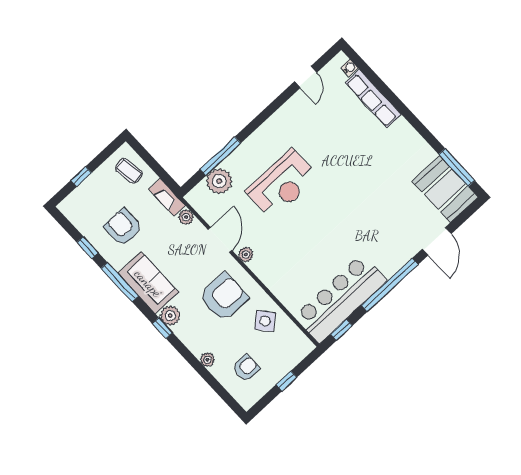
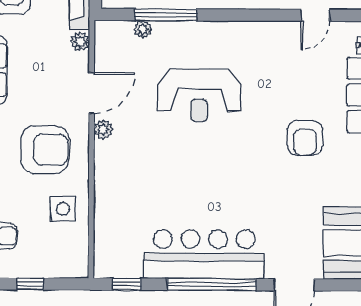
armchair: (365, 152) -> (305, 138), added
plant: (219, 181) -> (143, 29), width x0.53, depth x0.53
bar counter: (341, 299) -> (204, 254), moved
side table: (265, 321) -> (63, 209), turned 38

